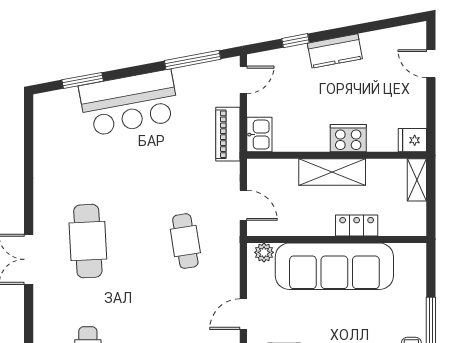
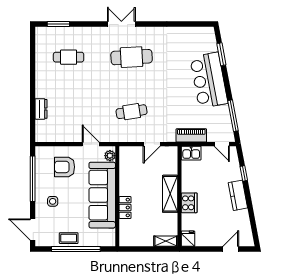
locker: (357, 225) -> (125, 208), moved
wall: (337, 239) -> (117, 196), moved
plant: (264, 252) -> (110, 156), moved
sofa: (334, 266) -> (102, 195), moved

